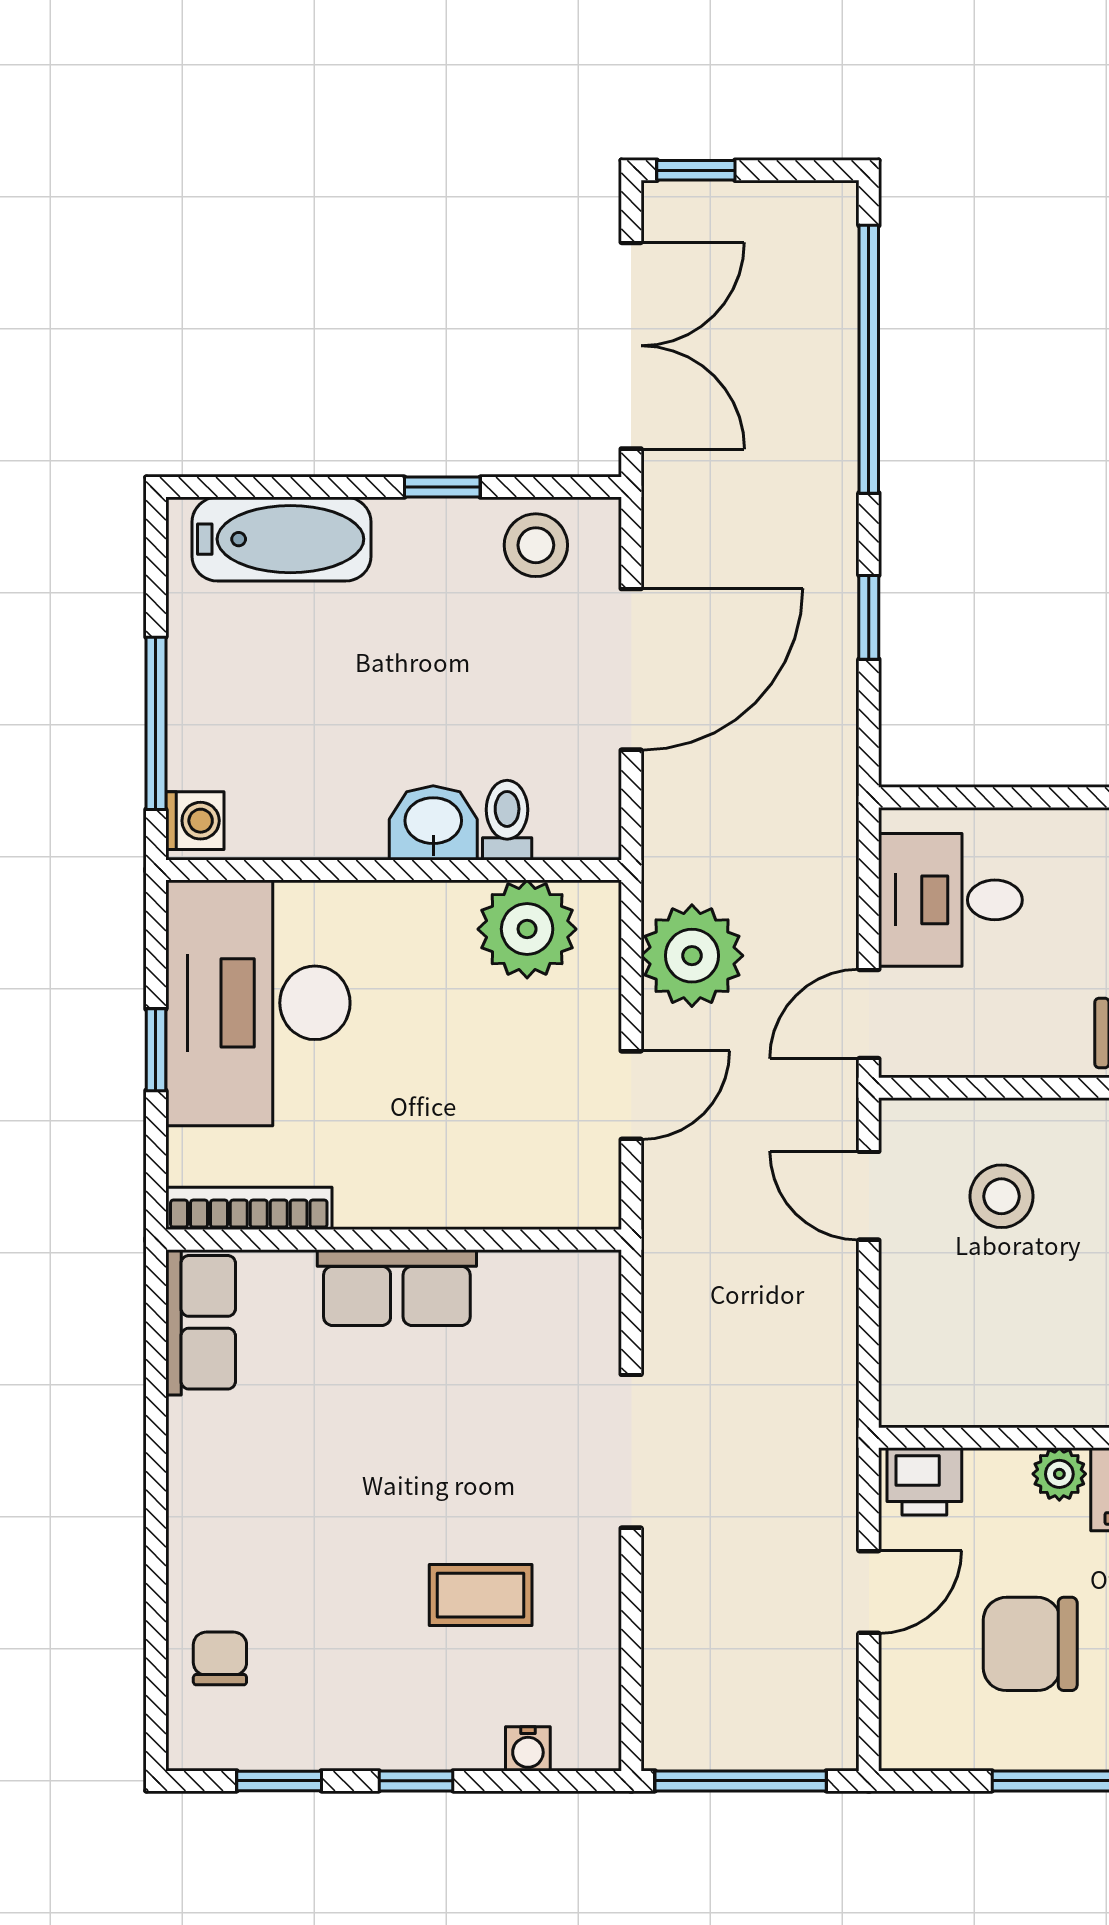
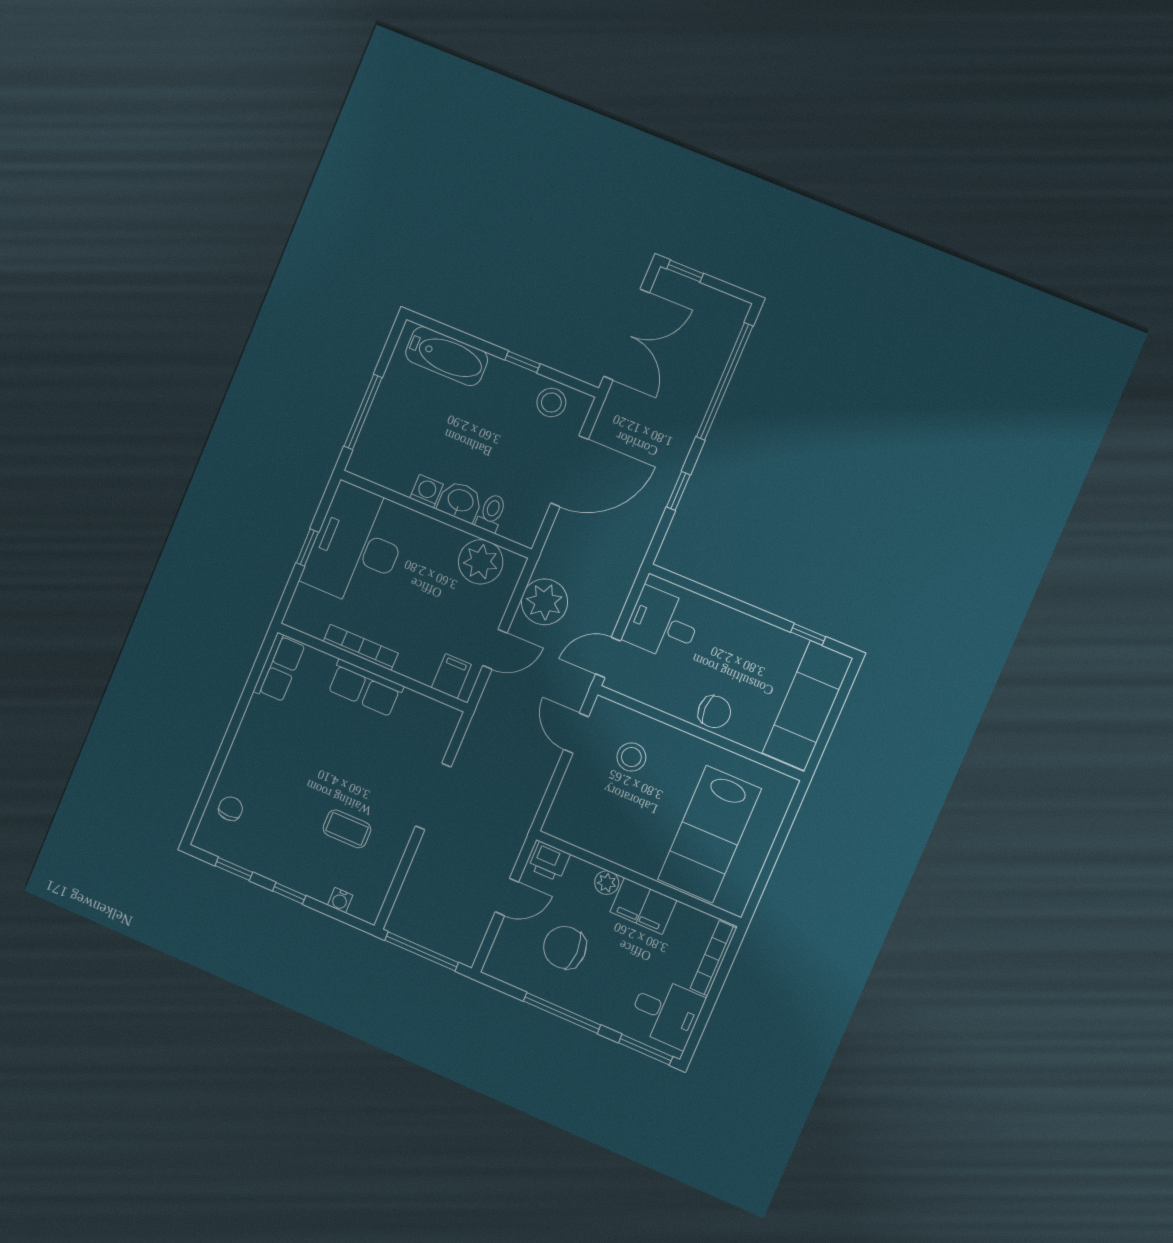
washing machine: (195, 821) -> (426, 491), moved, turned -90
filing cabinet: (565, 1188) -> (451, 676), added
bookcase: (249, 1208) -> (361, 647), moved

